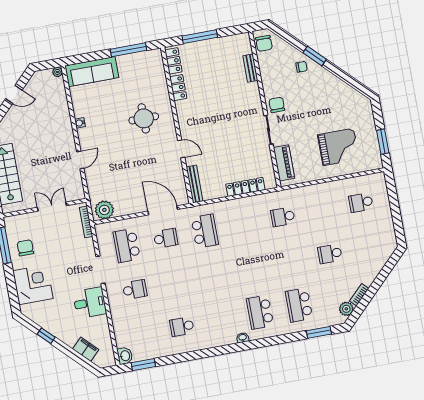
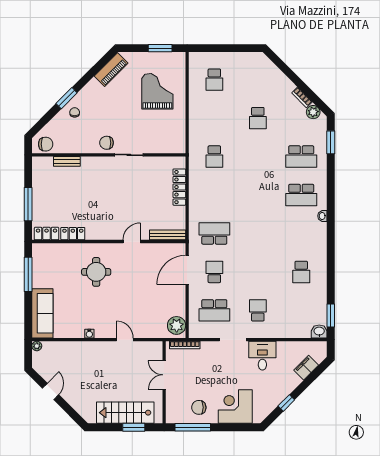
piano: (284, 163) -> (111, 70), moved, turned 135

